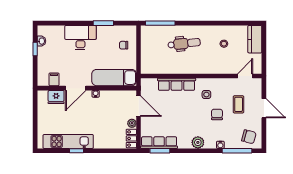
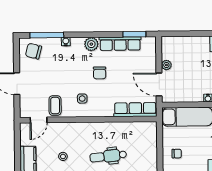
row of seats: (177, 84) -> (135, 110), moved
coffee table: (239, 104) -> (55, 106), moved
chair: (217, 114) -> (100, 73), moved
locker: (131, 138) -> (167, 48), removed
row of seats: (159, 143) -> (120, 44), moved

